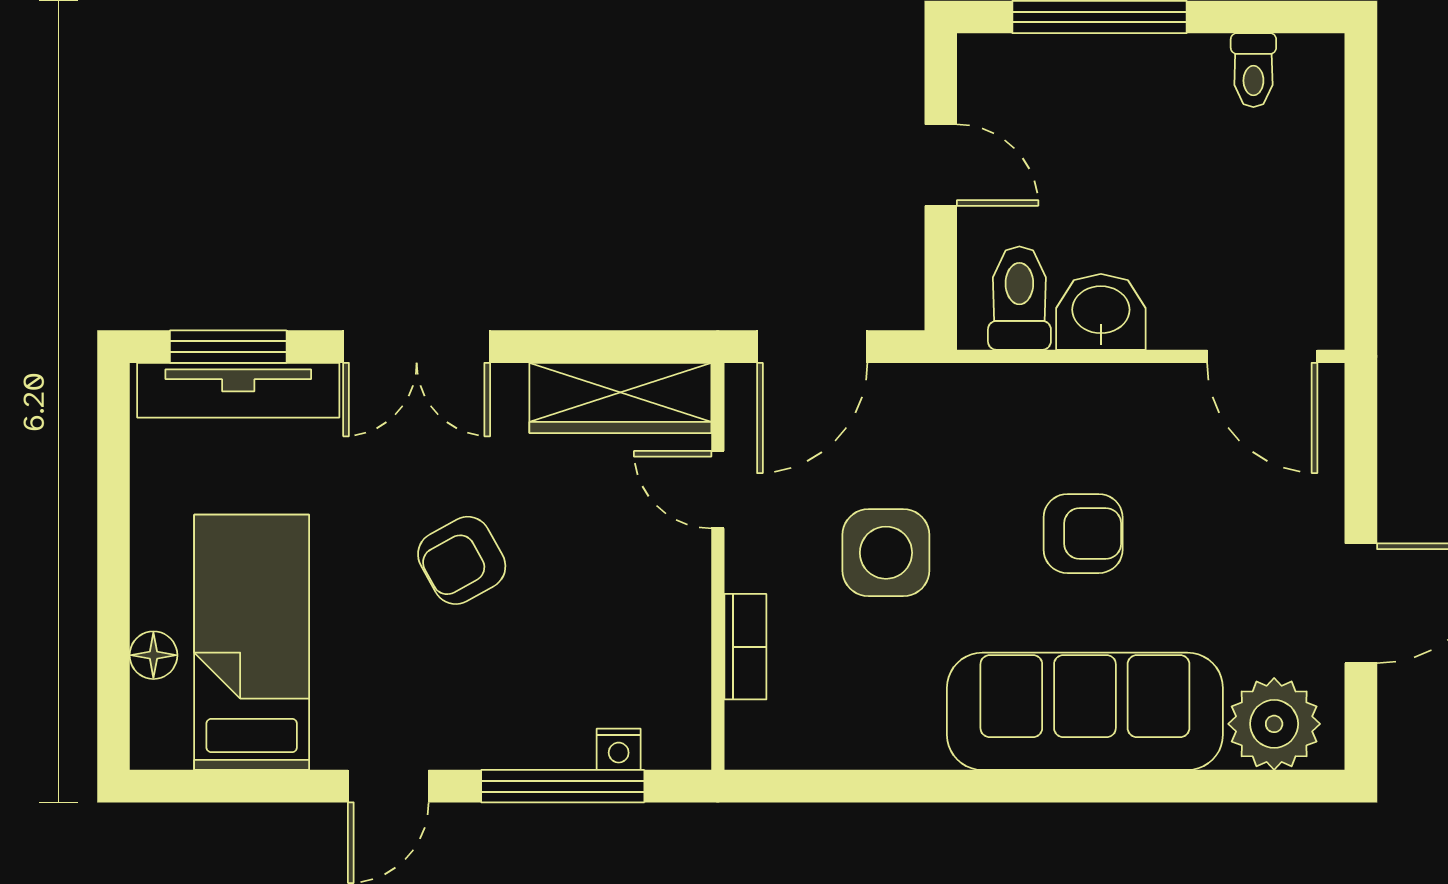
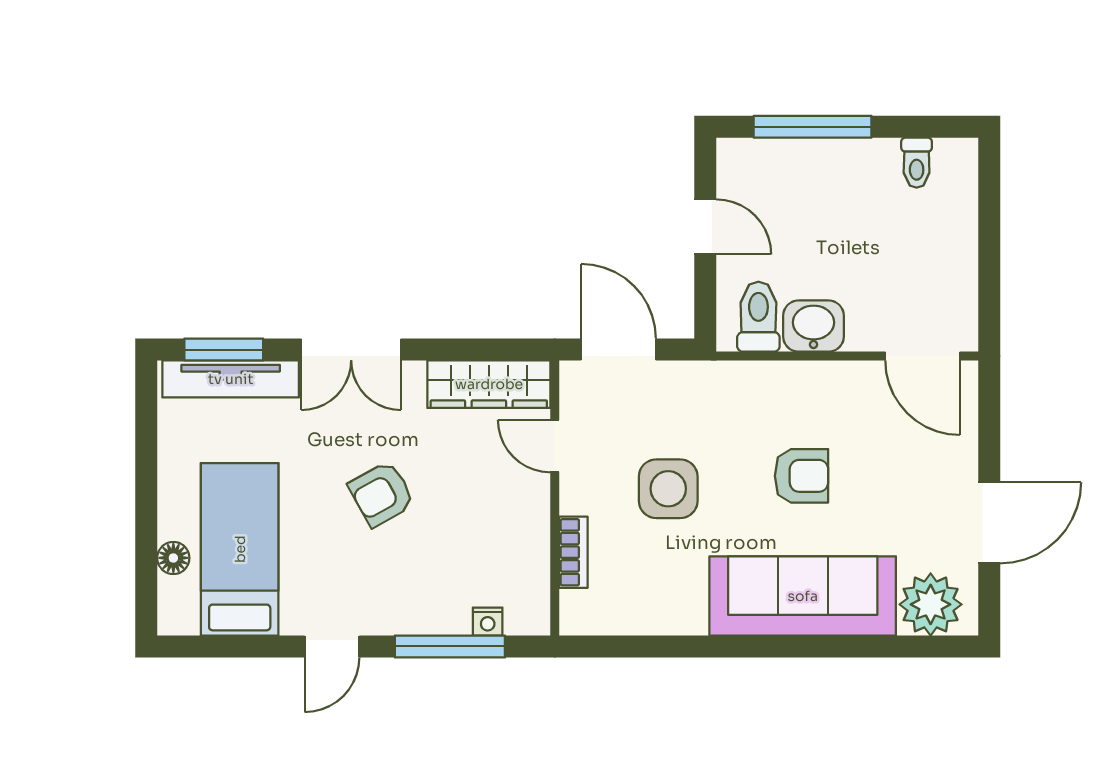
door: (812, 347) -> (618, 350), swing flipped

